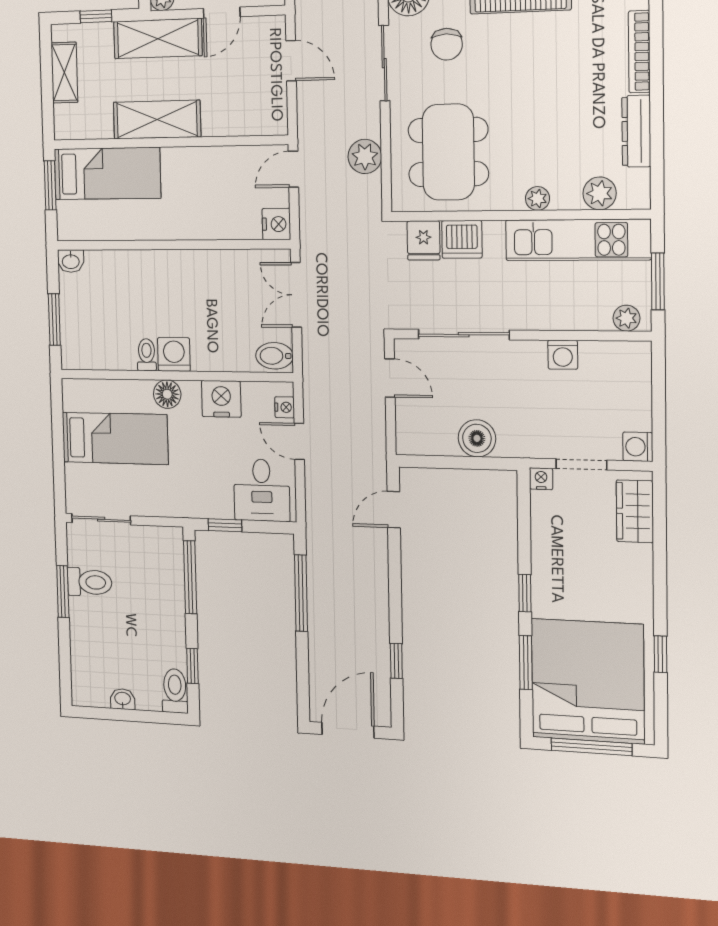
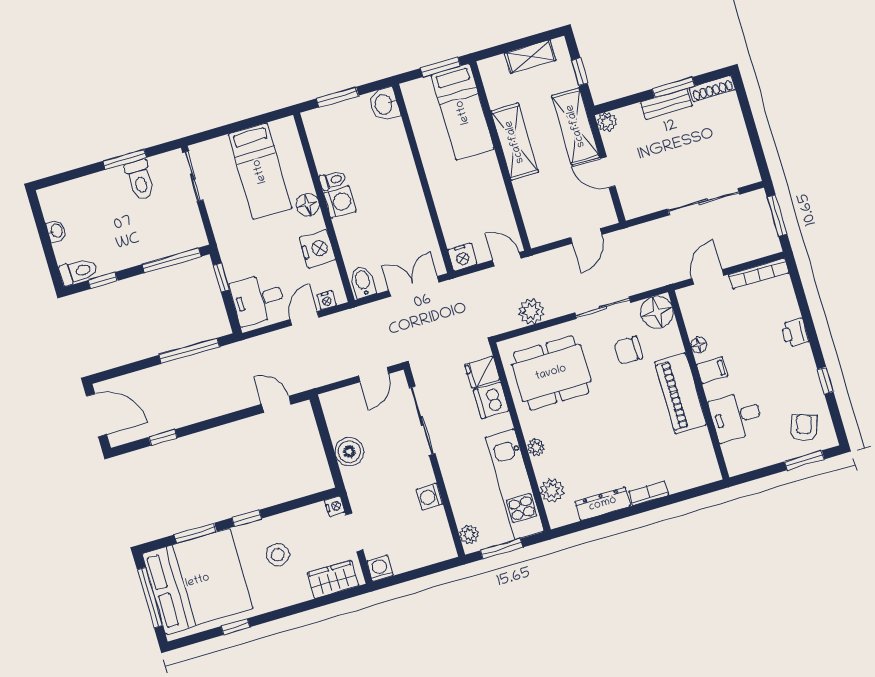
bookcase: (639, 52) -> (648, 493), width x0.64
washbasin: (71, 261) -> (384, 104), width x1.38, depth x1.45
stool: (583, 570) -> (278, 555), added

